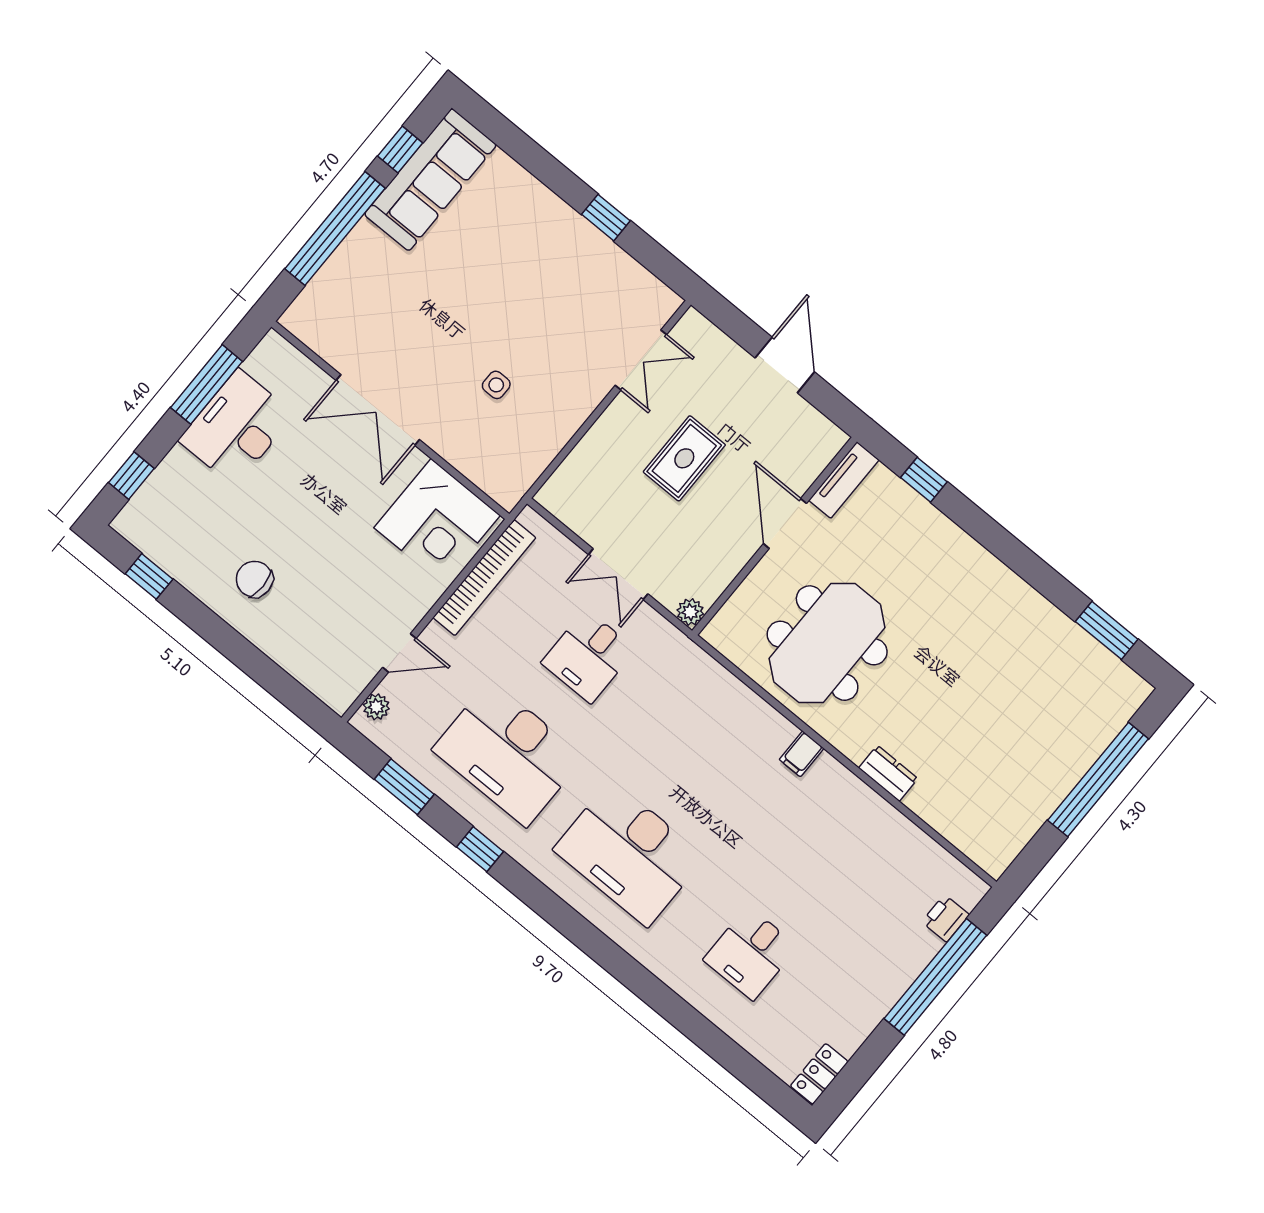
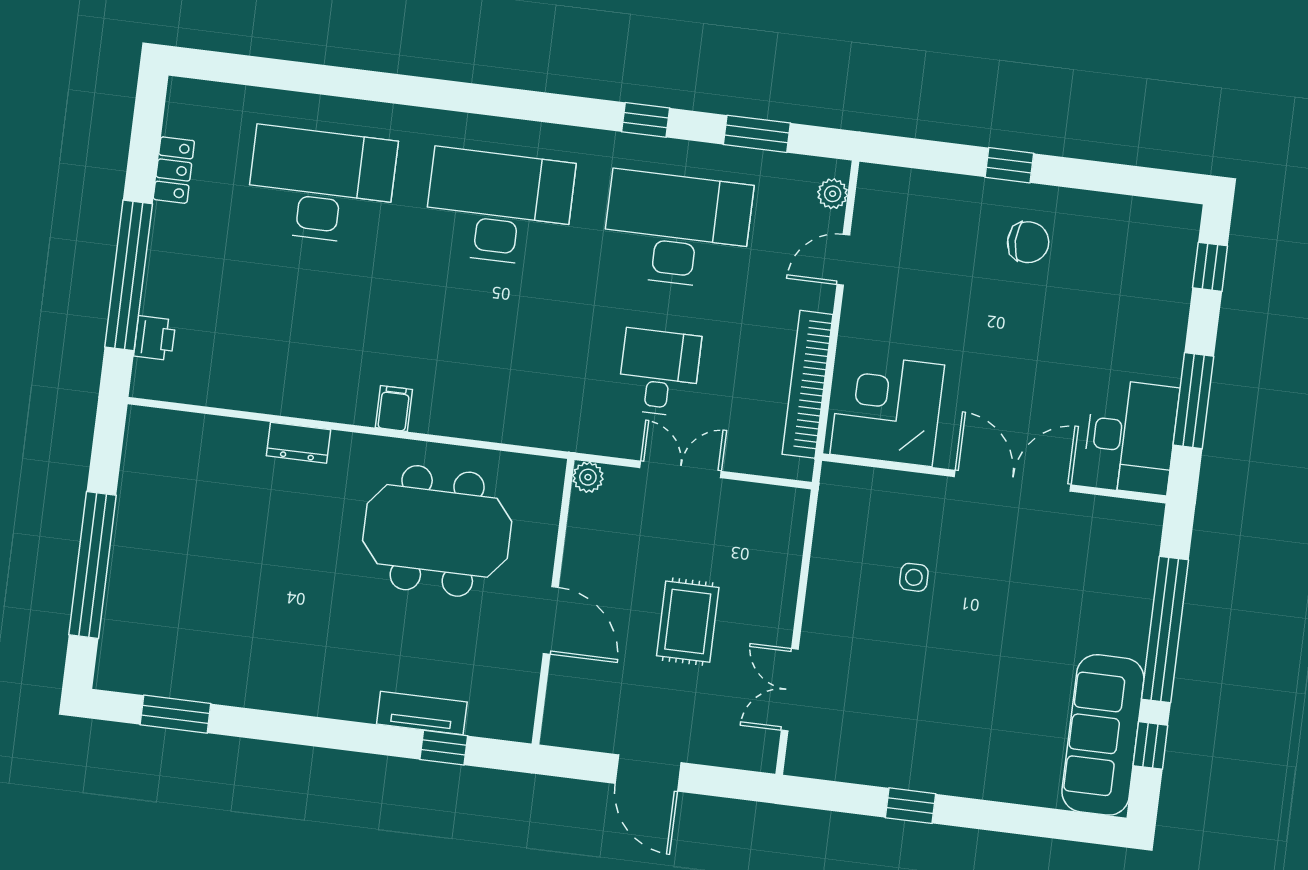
desk: (237, 427) -> (1131, 437), moved
tv unit: (844, 480) -> (422, 713), moved, turned 90
window: (149, 576) -> (1009, 165), moved
meeting table: (827, 643) -> (437, 531), turned 90
desk: (751, 953) -> (321, 185), width x1.87, depth x1.30
locker: (819, 1074) -> (174, 170), moved

